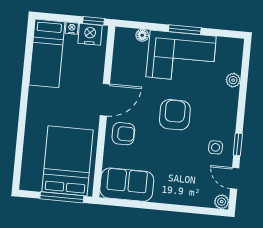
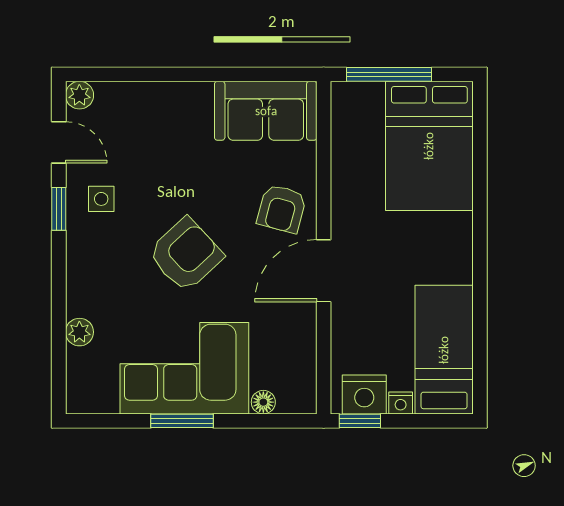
armchair: (175, 115) -> (186, 255), turned -133
armchair: (123, 134) -> (282, 209), turned -75
bed: (68, 161) -> (429, 146), moved

